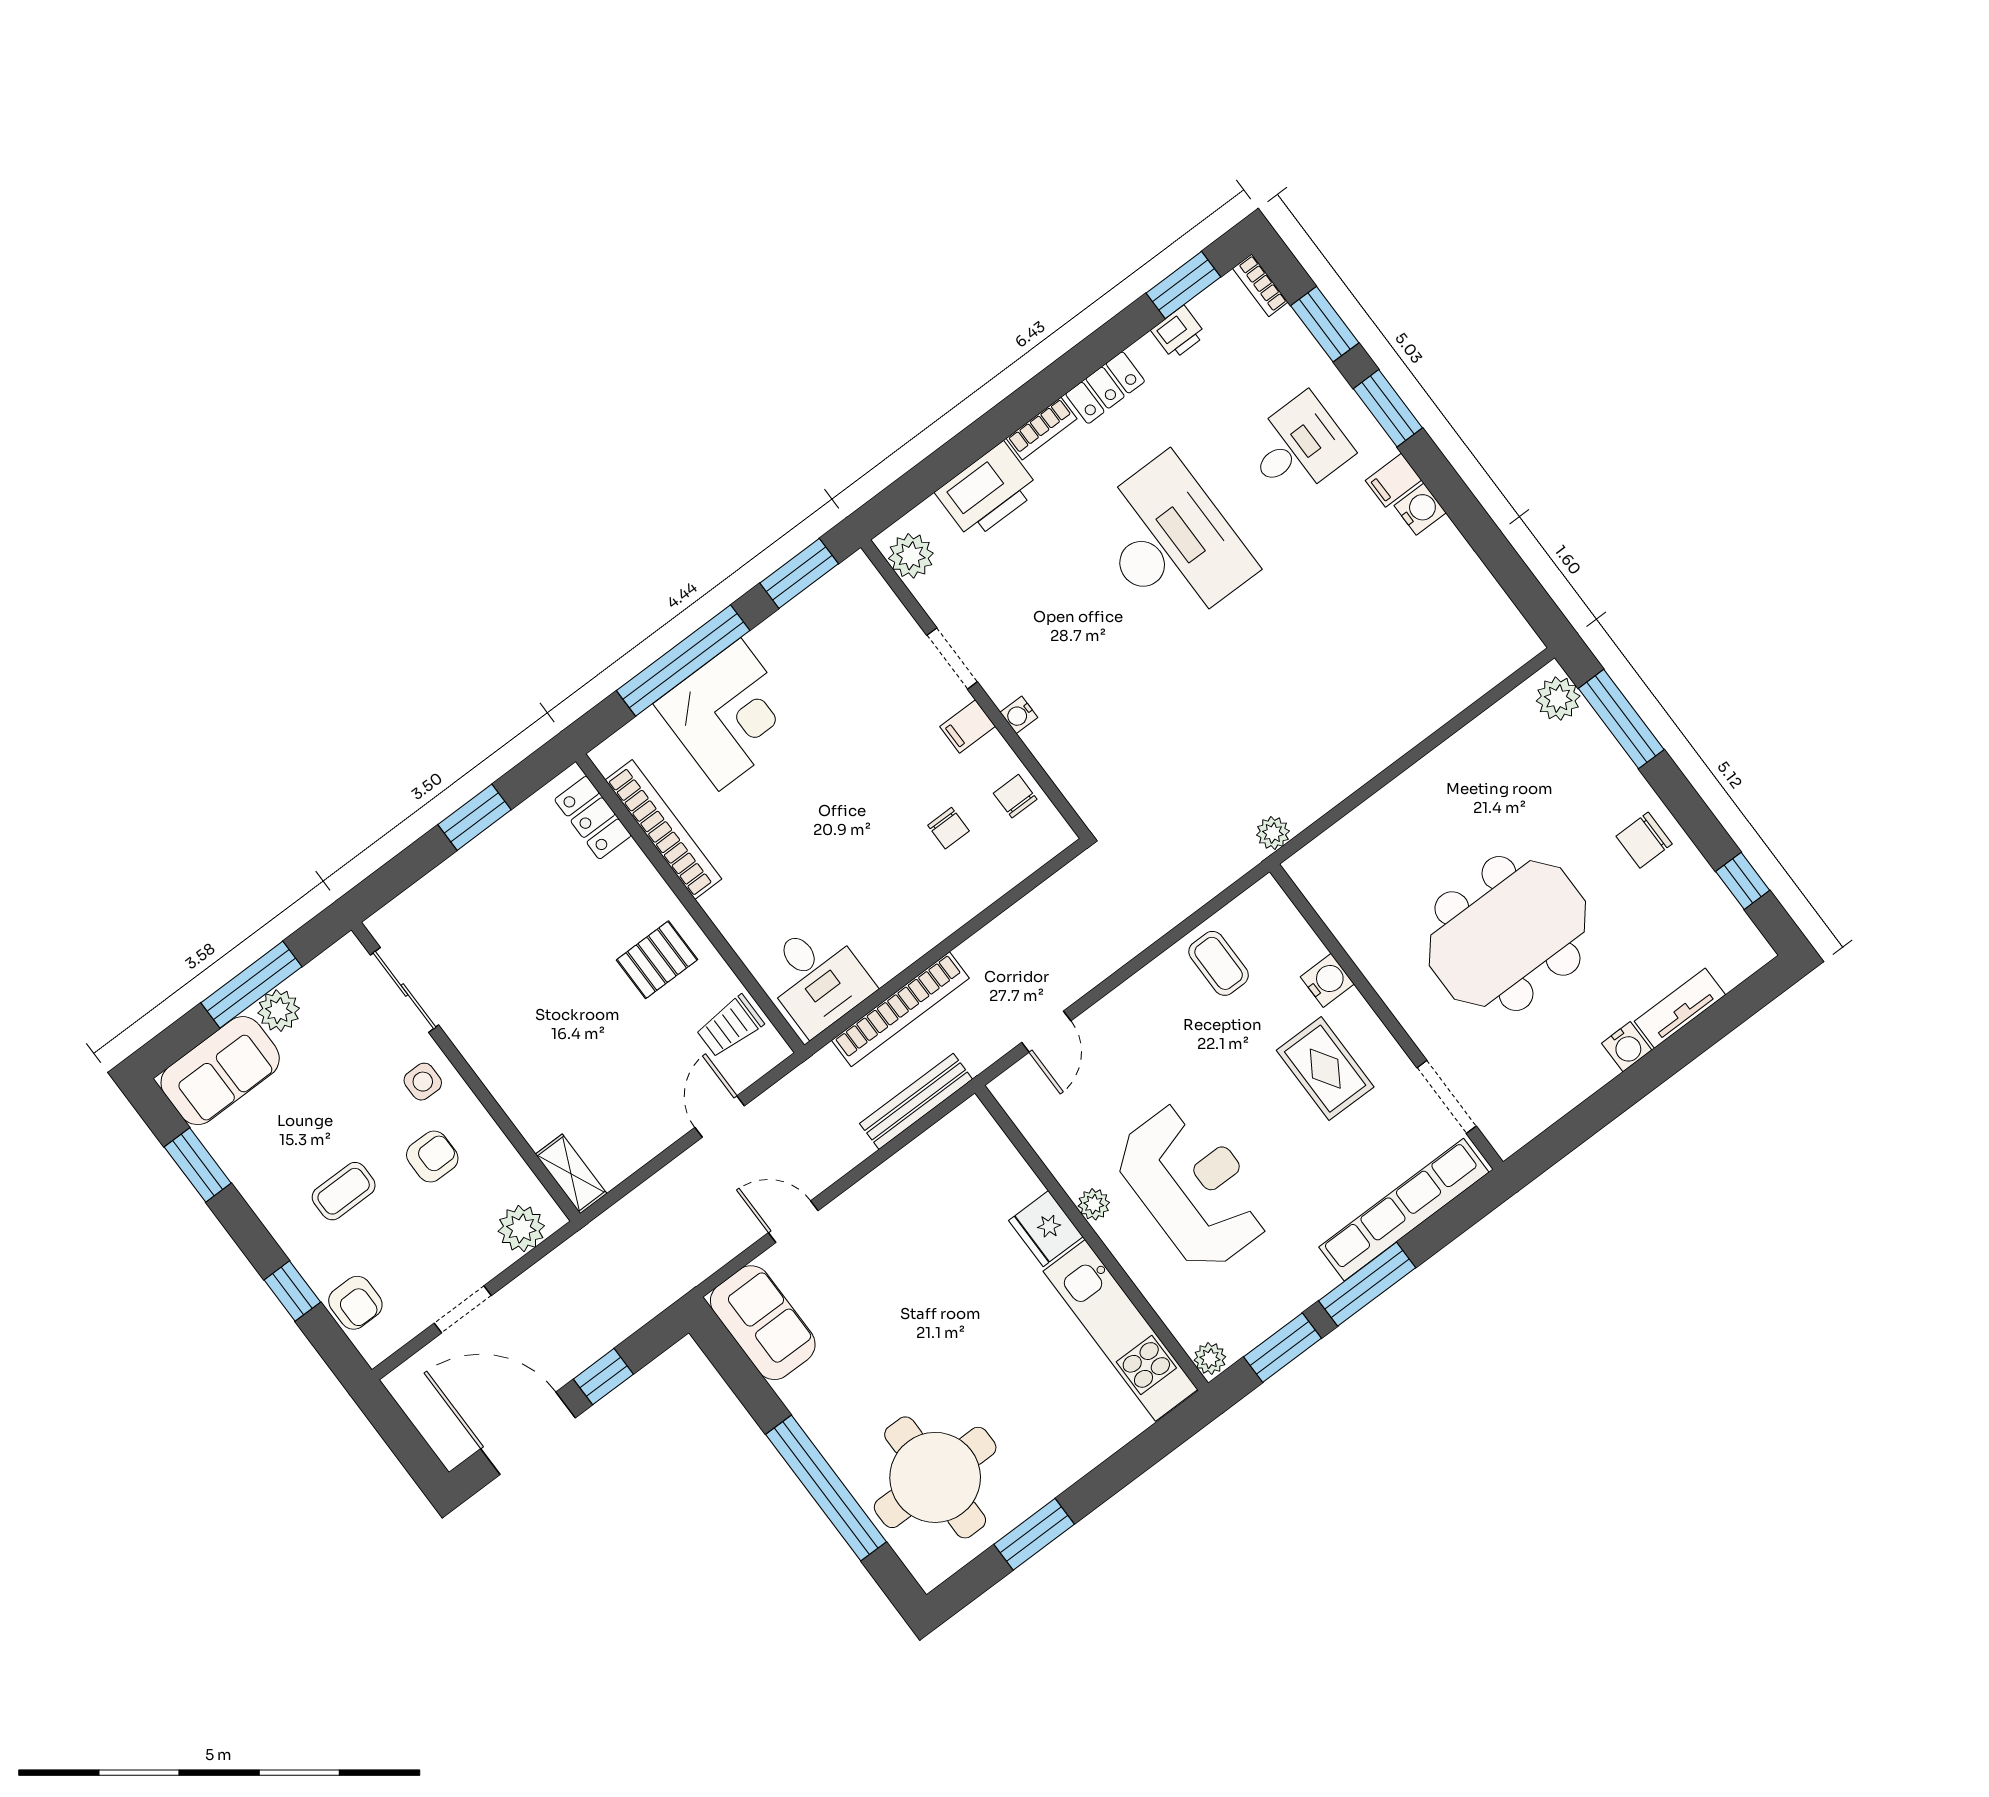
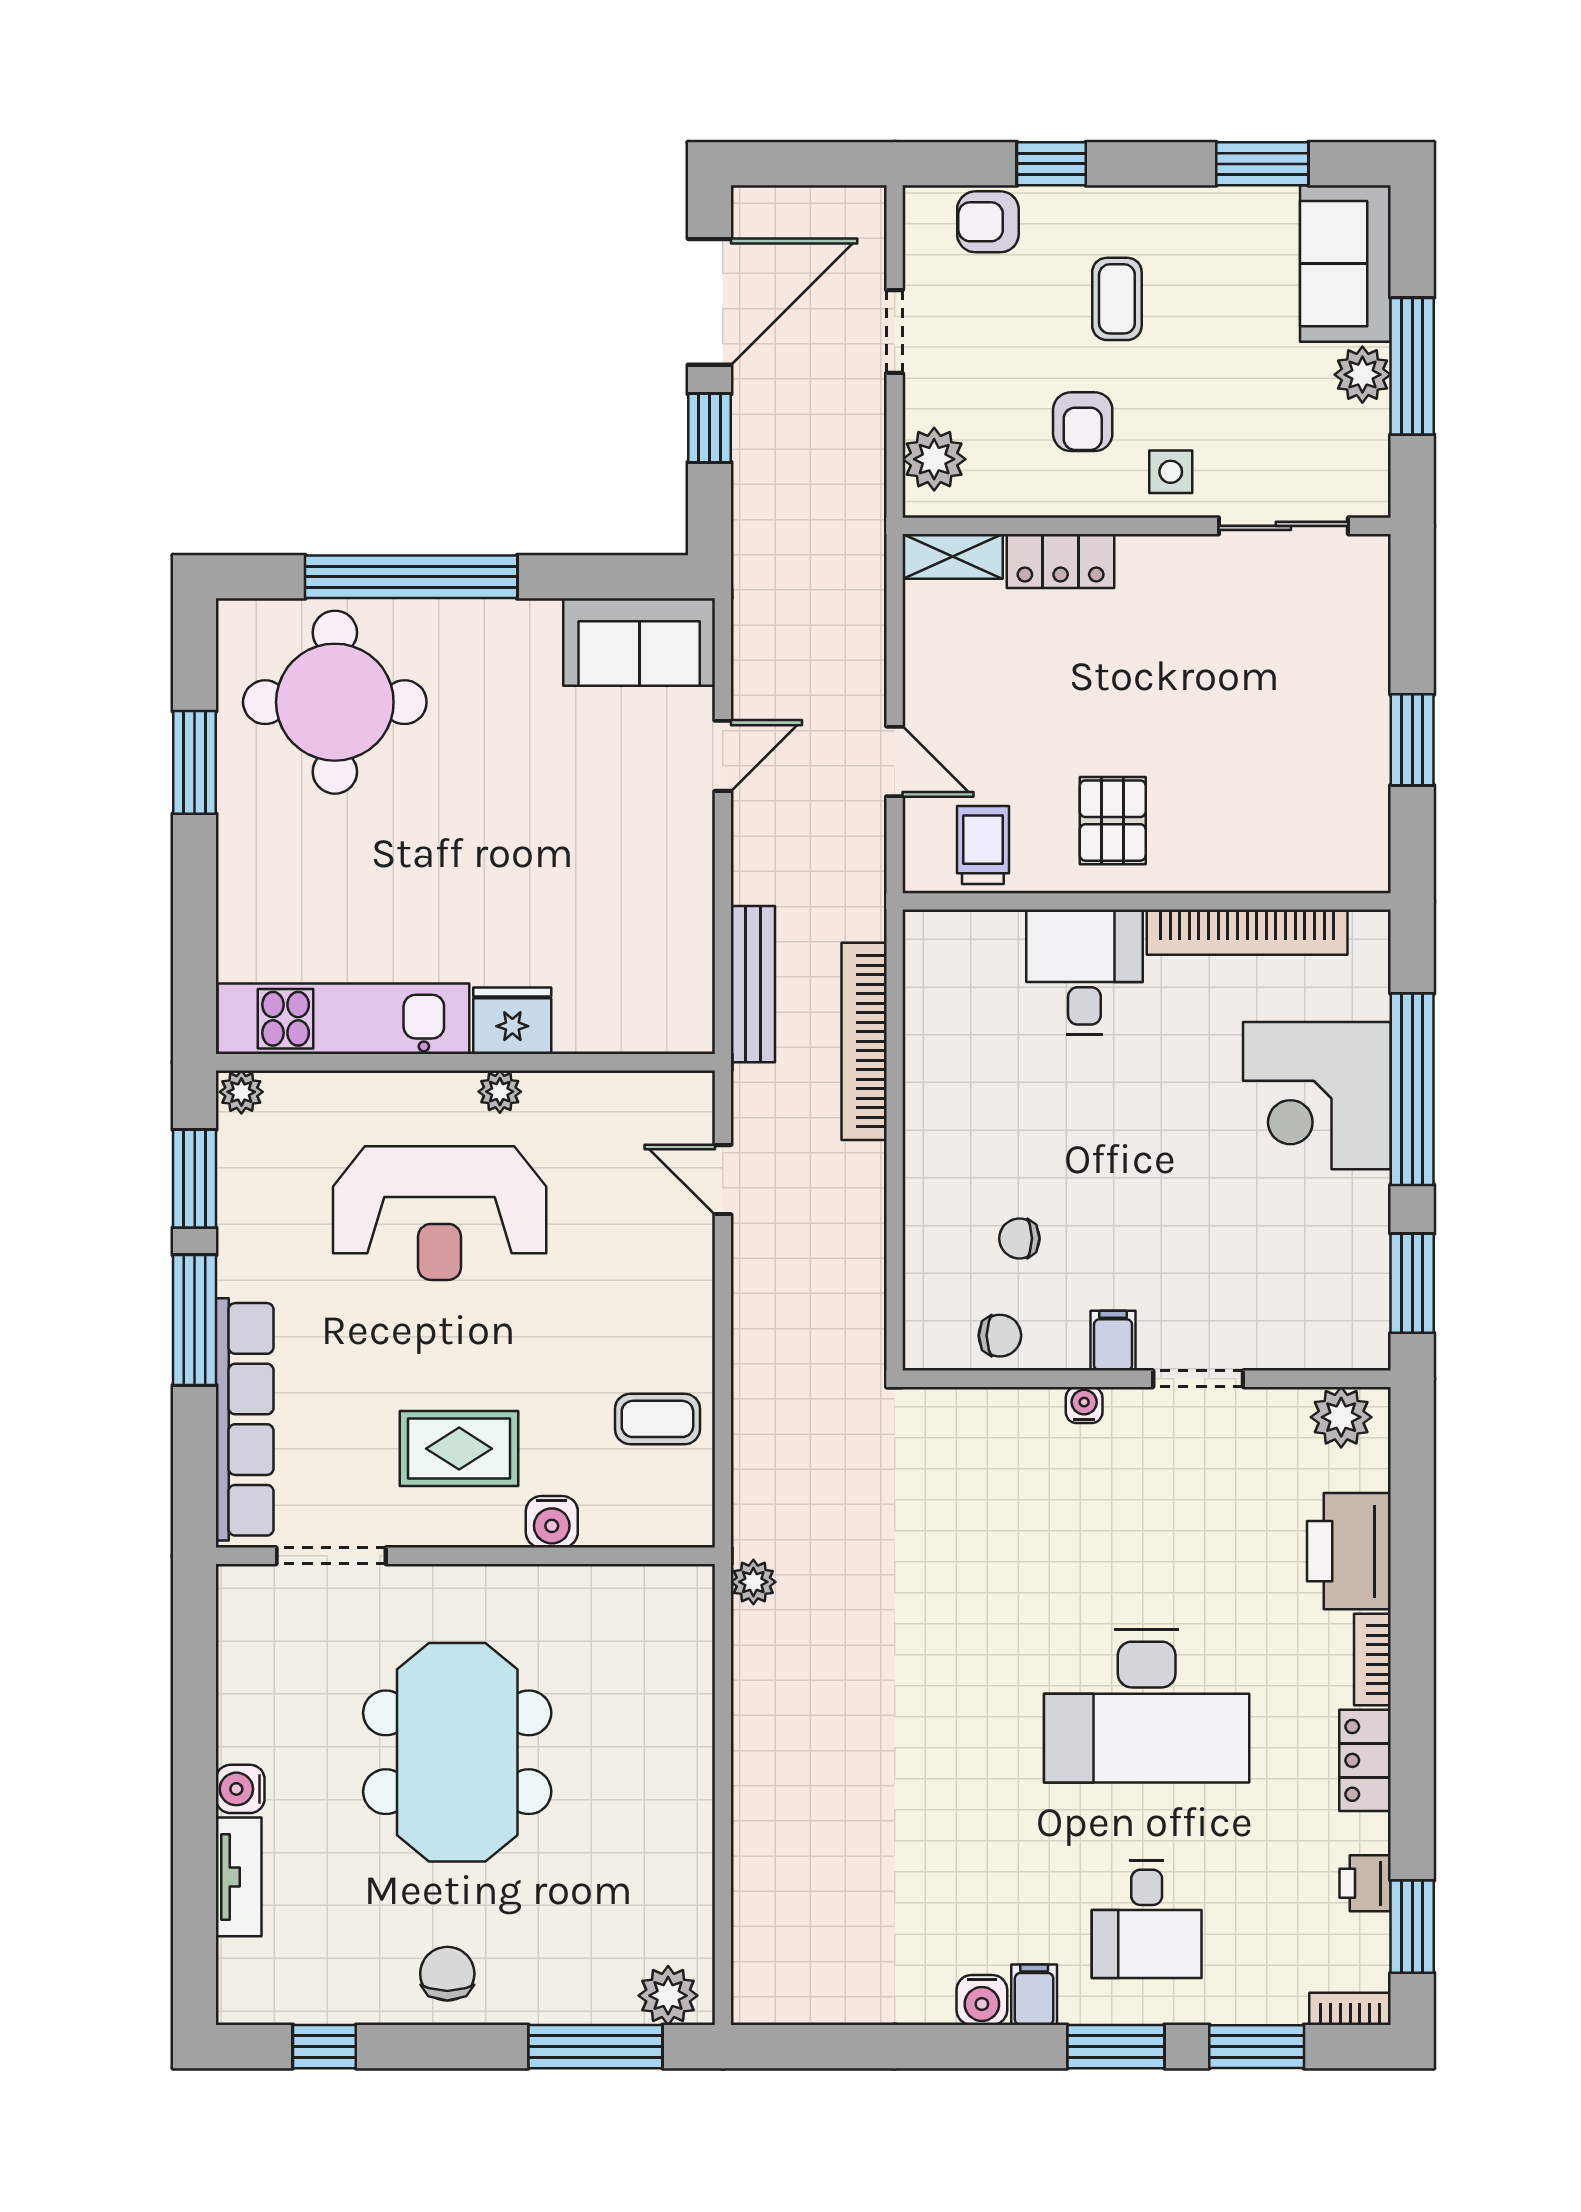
locker: (593, 818) -> (1061, 561), moved, turned 180
desk: (817, 978) -> (1084, 972), moved, turned 90

